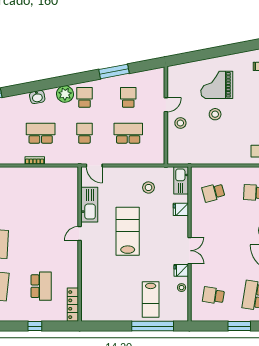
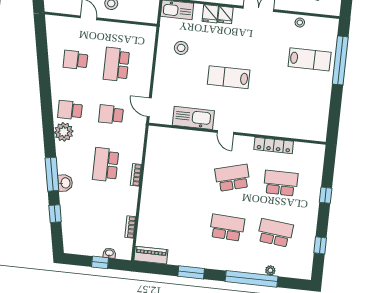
window: (114, 71) -> (52, 174), moved
washbasin: (37, 97) -> (65, 183), moved
door: (94, 165) -> (149, 107), swing flipped
lab bench: (128, 231) -> (229, 77), width x0.73, depth x0.72
school desk: (41, 244) -> (232, 178), added
fridge: (181, 270) -> (225, 15), moved
locker: (73, 305) -> (274, 145), moved

